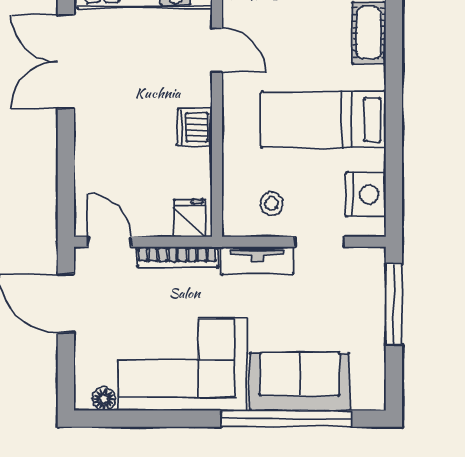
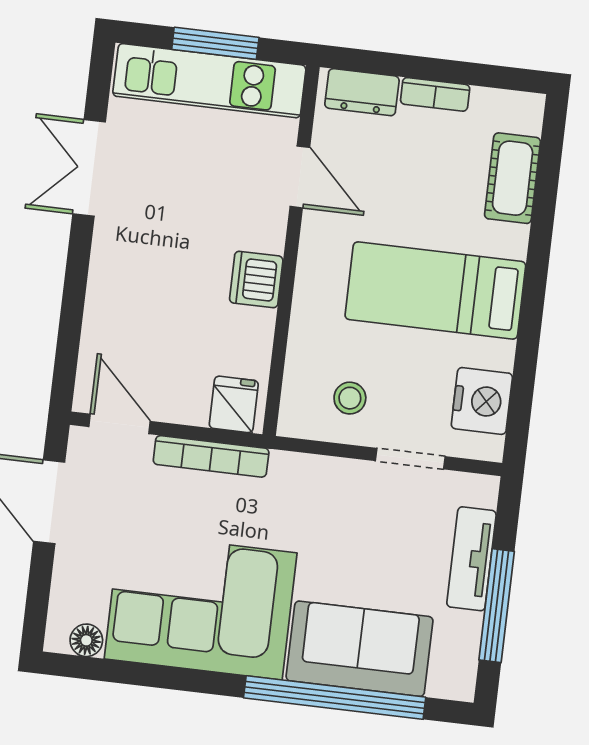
double door: (66, 62) -> (89, 168), width x0.73
tv unit: (257, 260) -> (471, 559), moved, turned 90
window: (394, 304) -> (497, 606), moved

